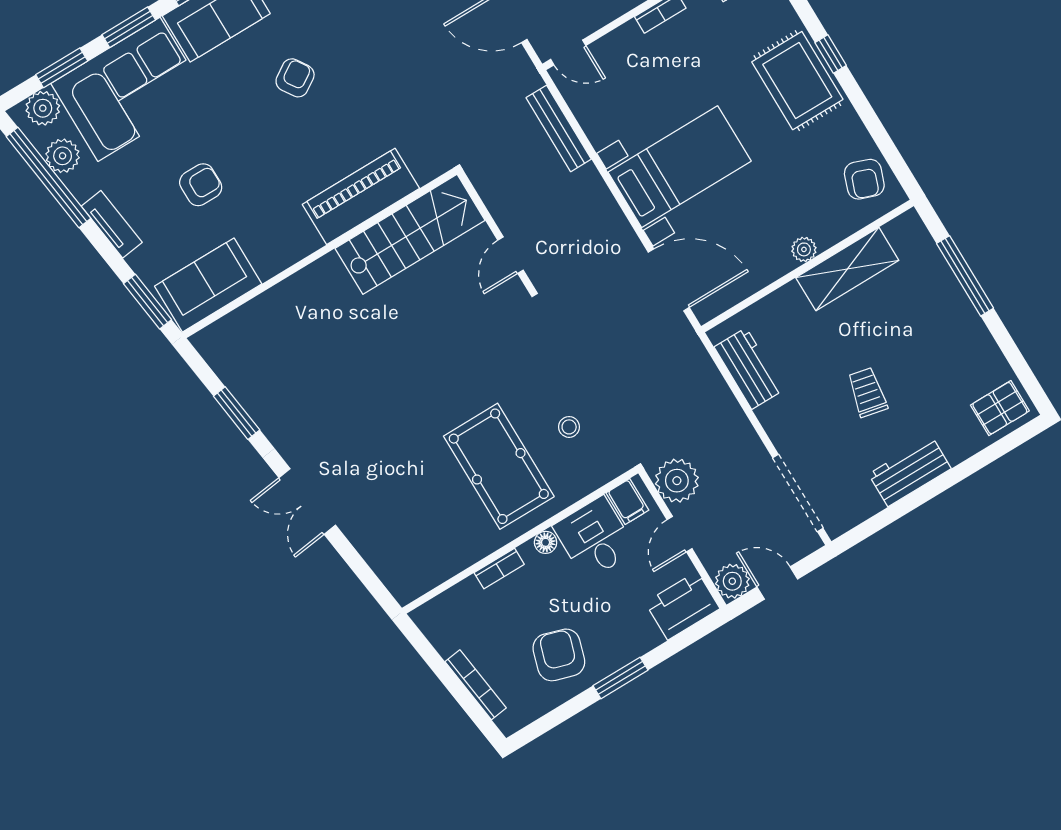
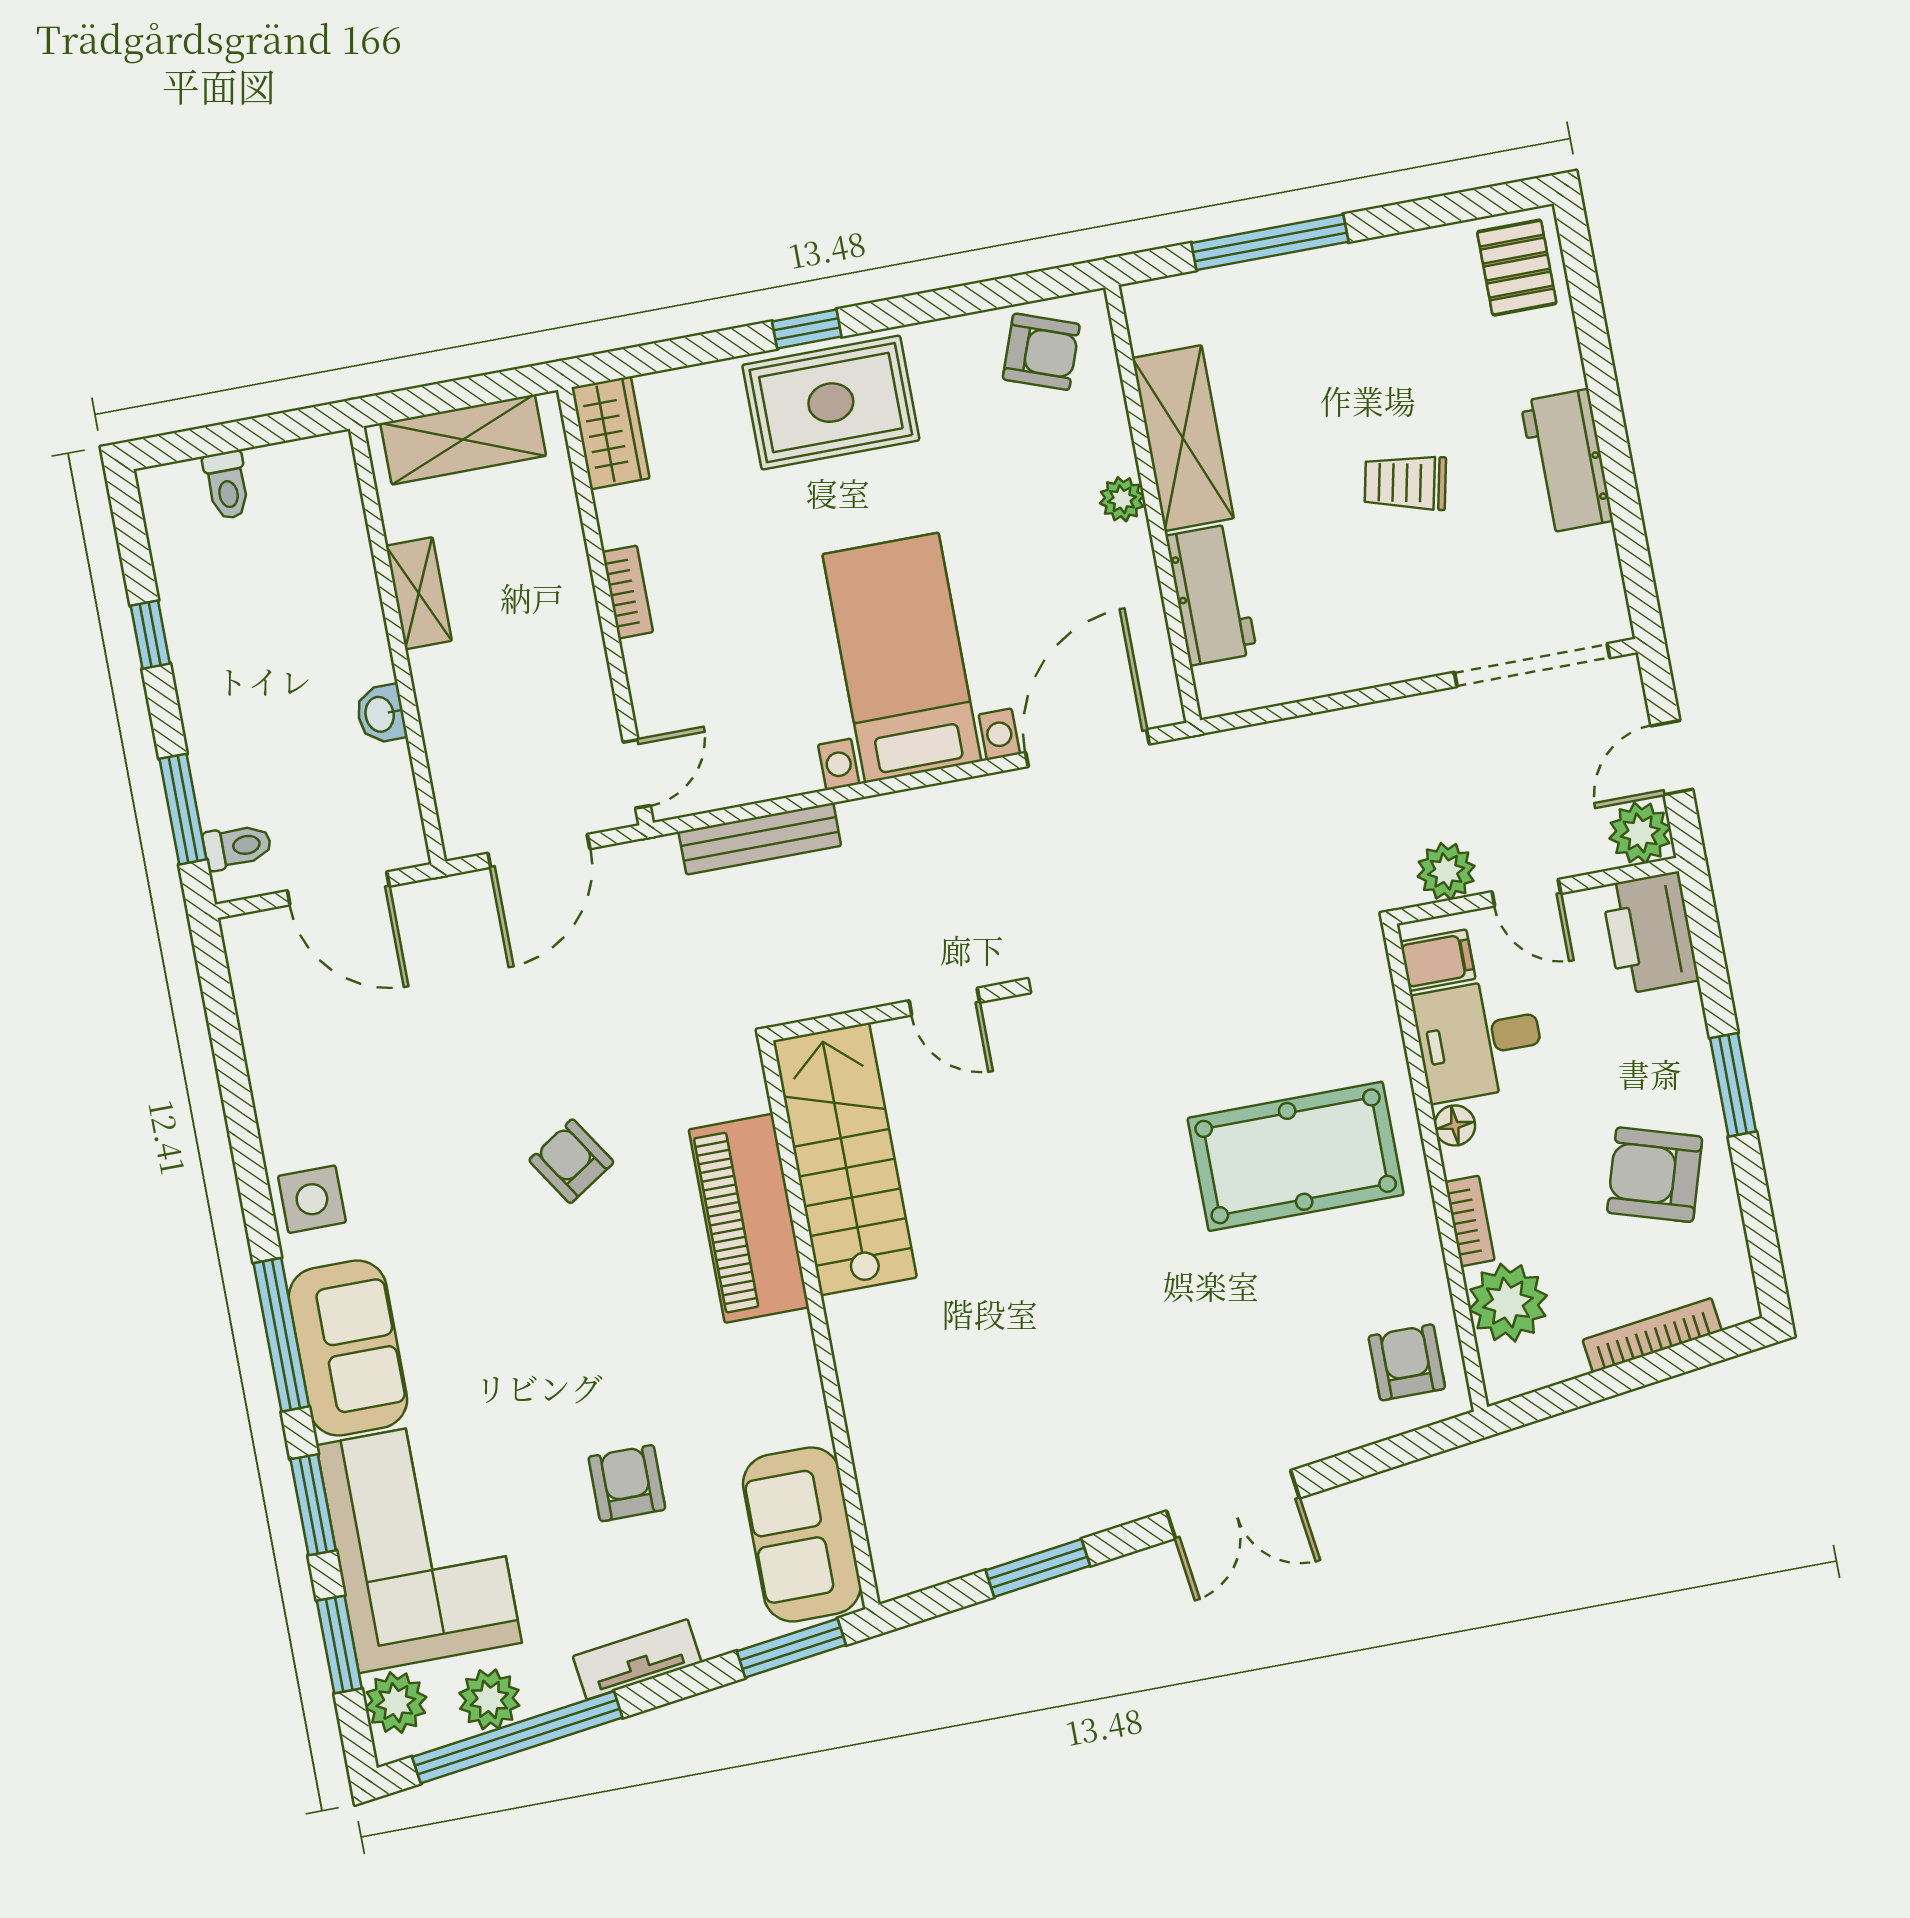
armchair: (295, 78) -> (571, 1161), moved
workbench: (749, 368) -> (1211, 595), moved, turned 90
stool: (569, 427) -> (1274, 1012), removed
plant: (677, 481) -> (1446, 871), width x0.73, depth x0.73
armchair: (414, 564) -> (1407, 1362), added
plant: (464, 604) -> (1508, 1303), added

